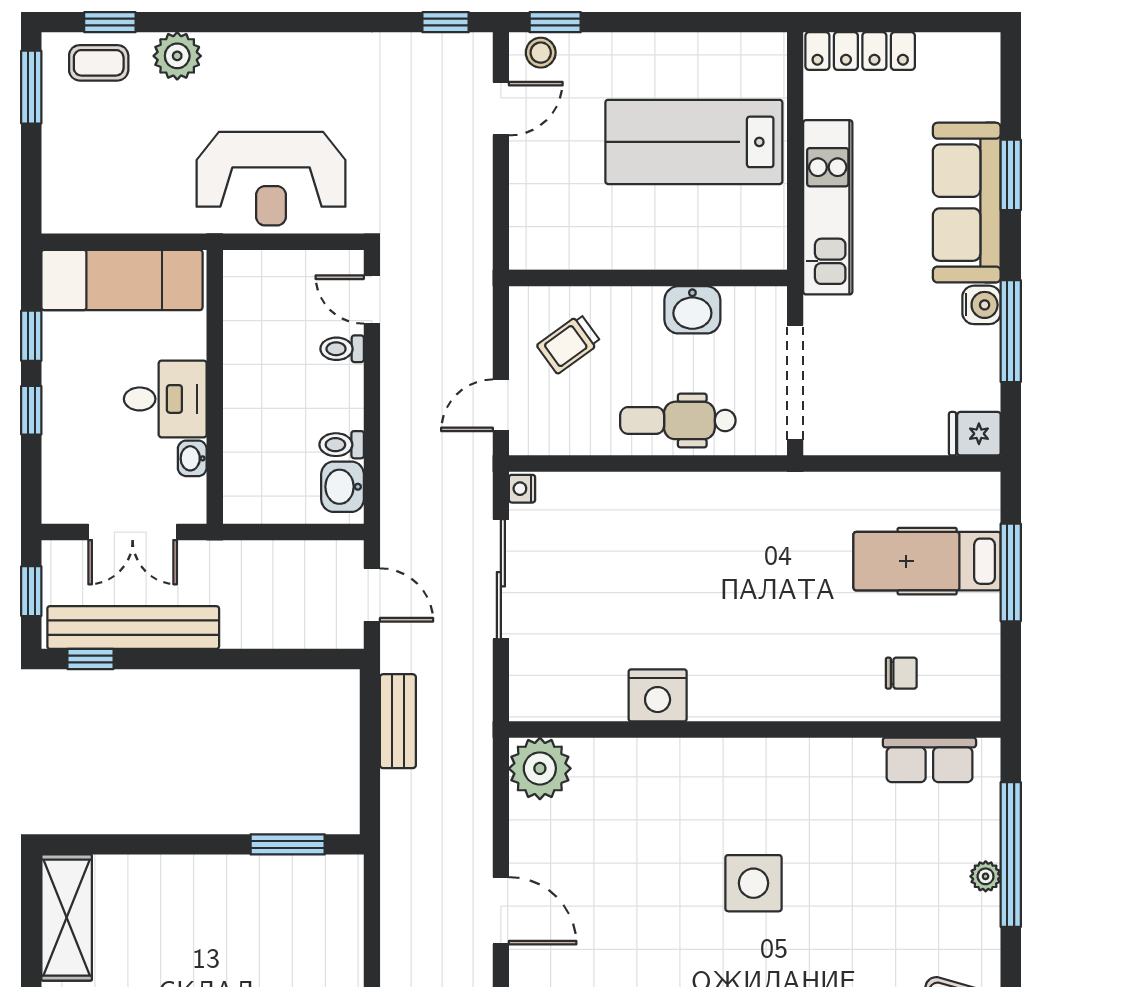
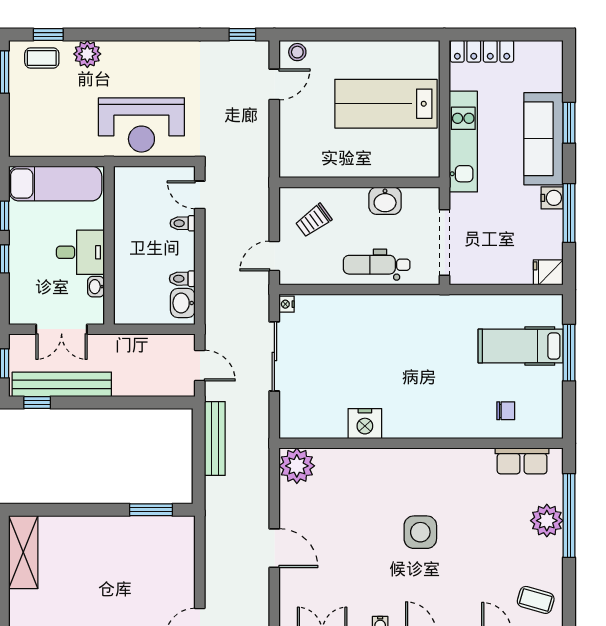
window: (555, 22) -> (306, 34), removed
bench: (398, 721) -> (215, 439), width x1.36
plant: (986, 876) -> (547, 521), width x1.87, depth x1.87

